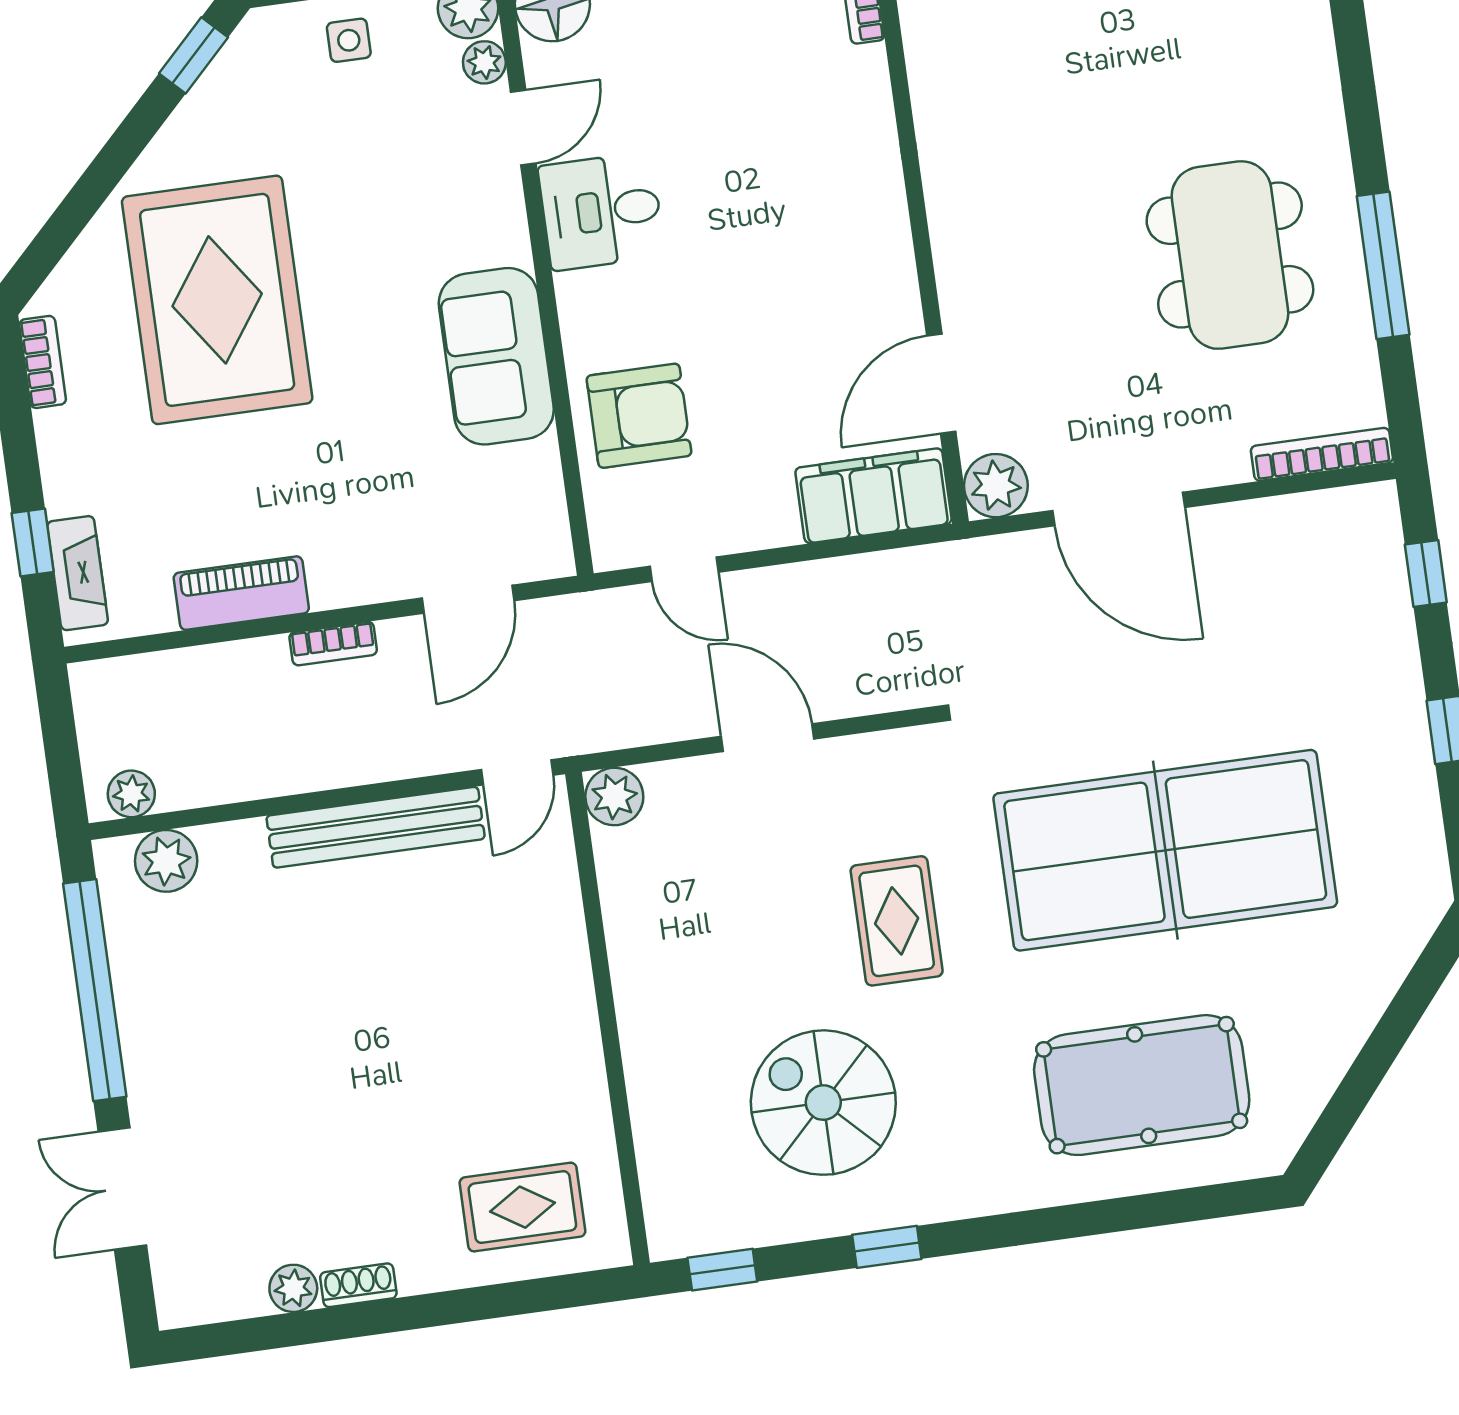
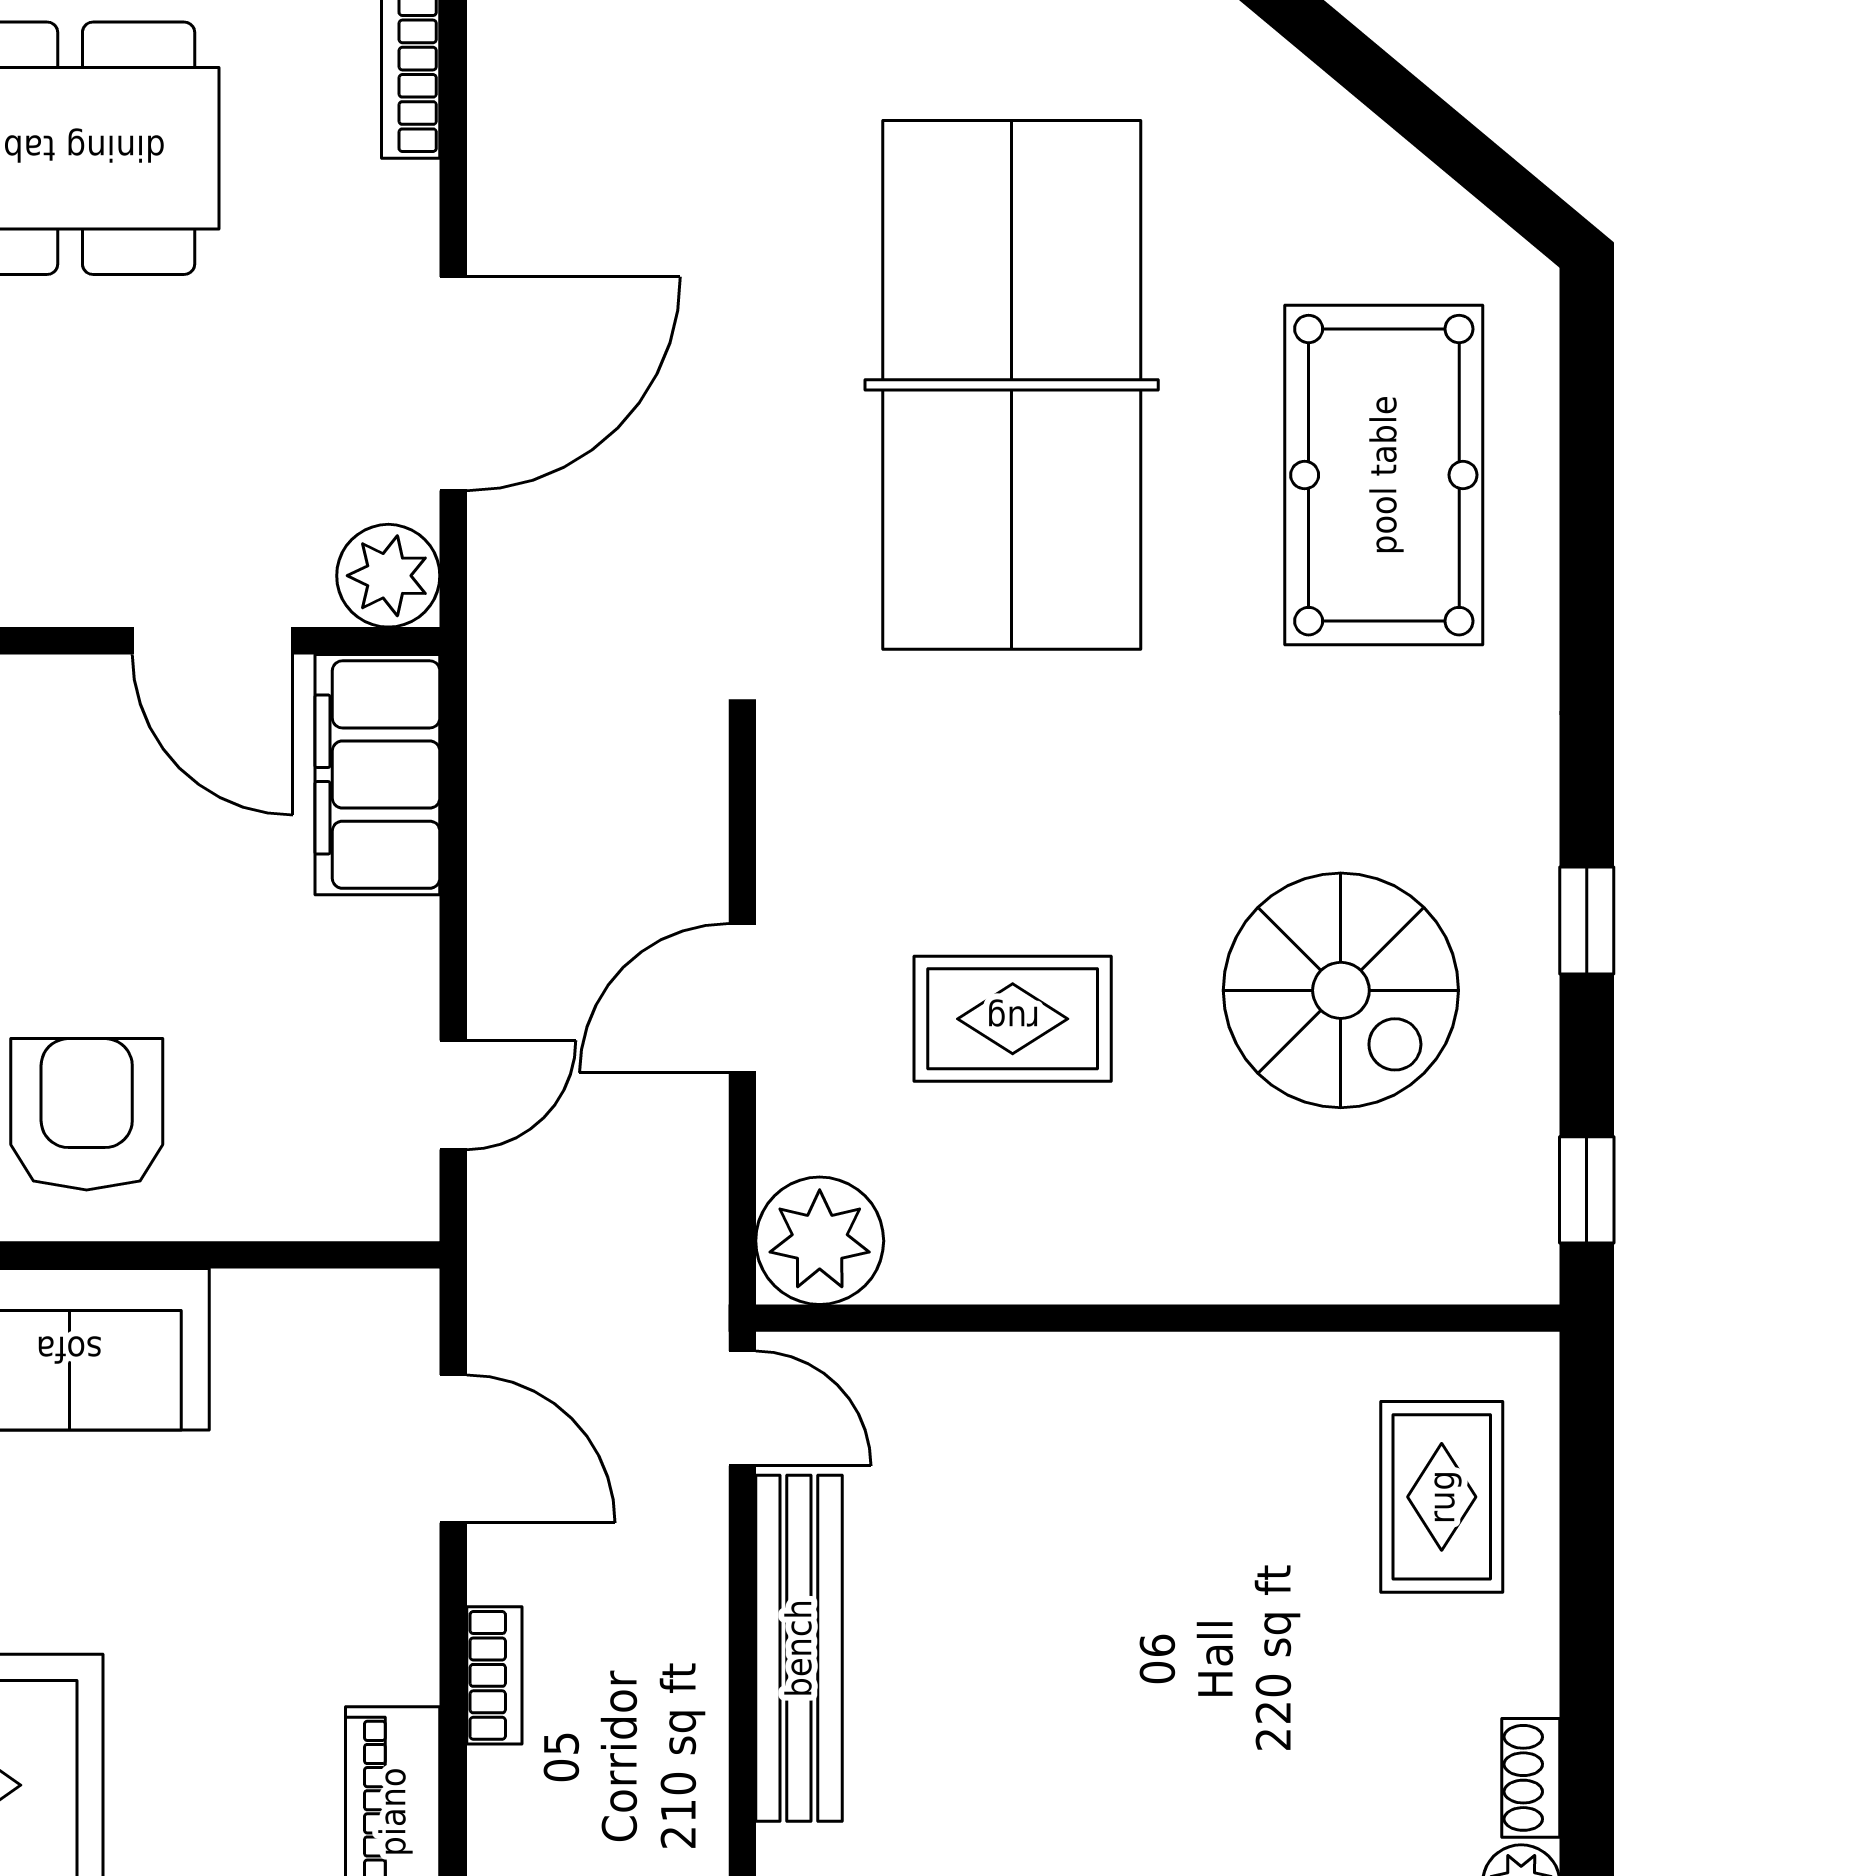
armchair: (639, 416) -> (87, 1114), moved
plant: (614, 796) -> (820, 1241), width x1.36, depth x1.36
rug: (897, 921) -> (1013, 1019), moved
spiral stairs: (823, 1103) -> (1341, 990), turned -90

